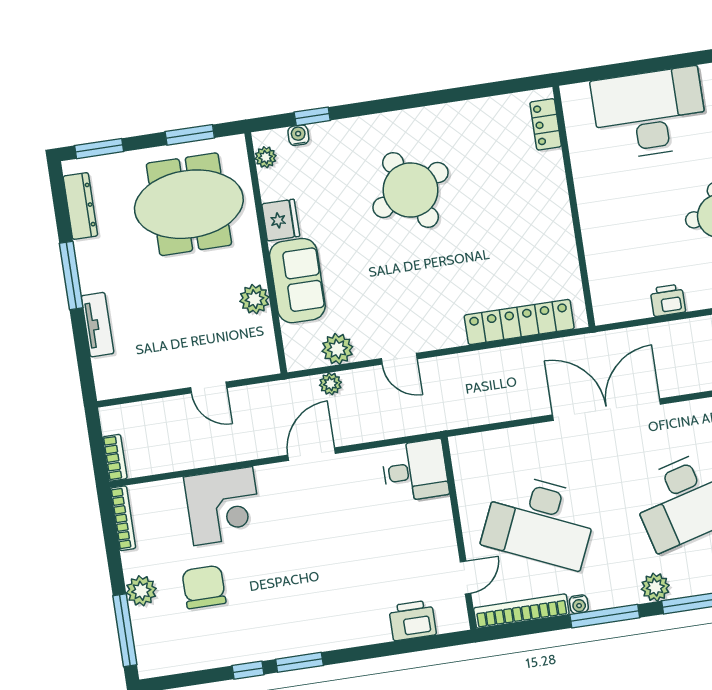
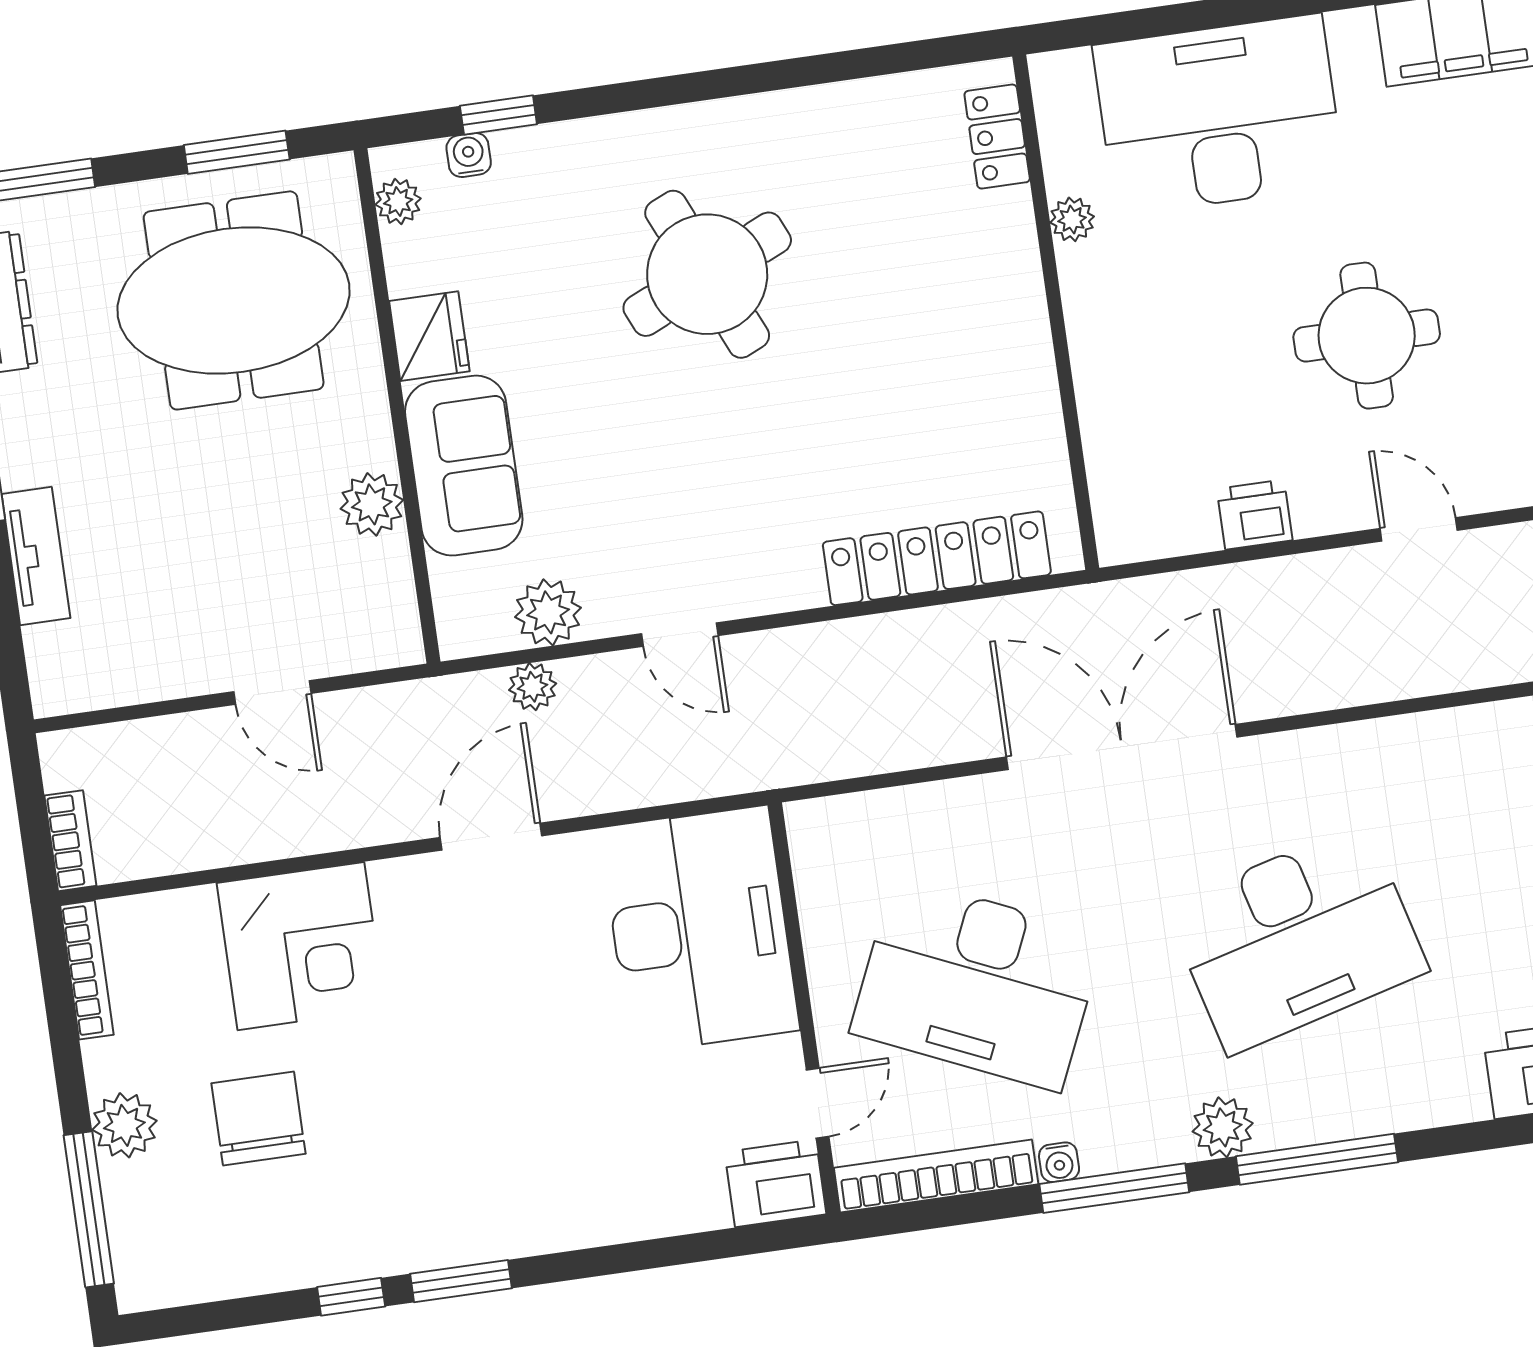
plant: (581, 163) -> (1072, 219), added
desk: (415, 471) -> (700, 929), width x1.87, depth x1.30
printer: (412, 620) -> (775, 1183), moved

